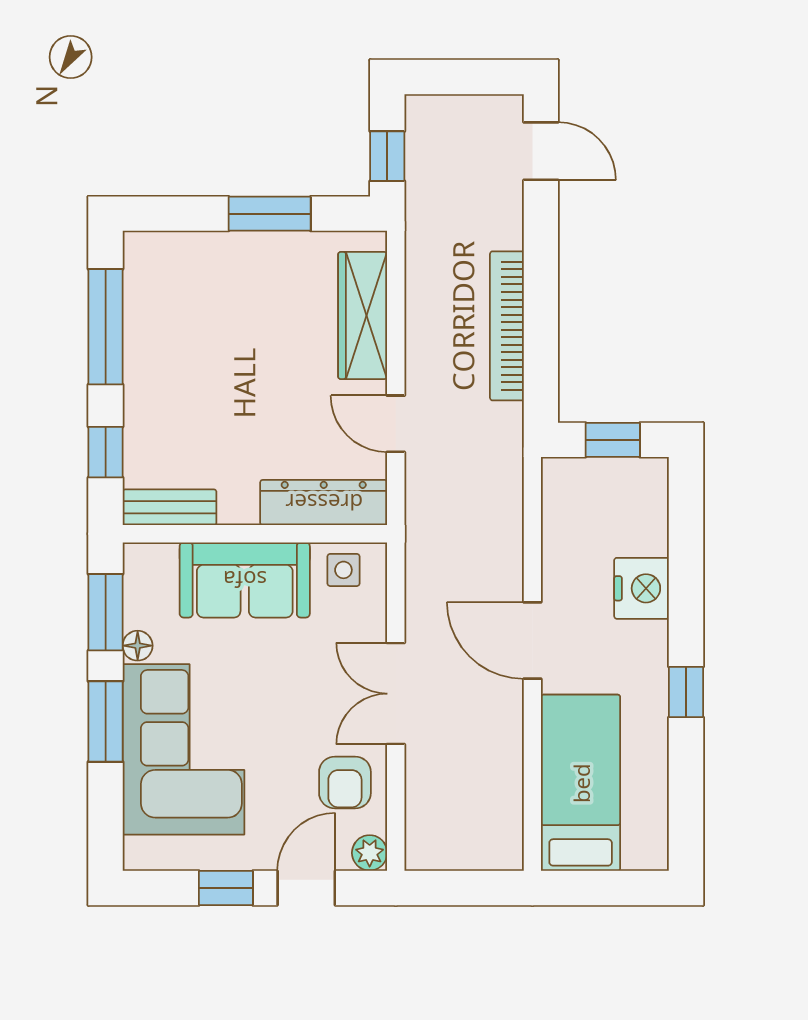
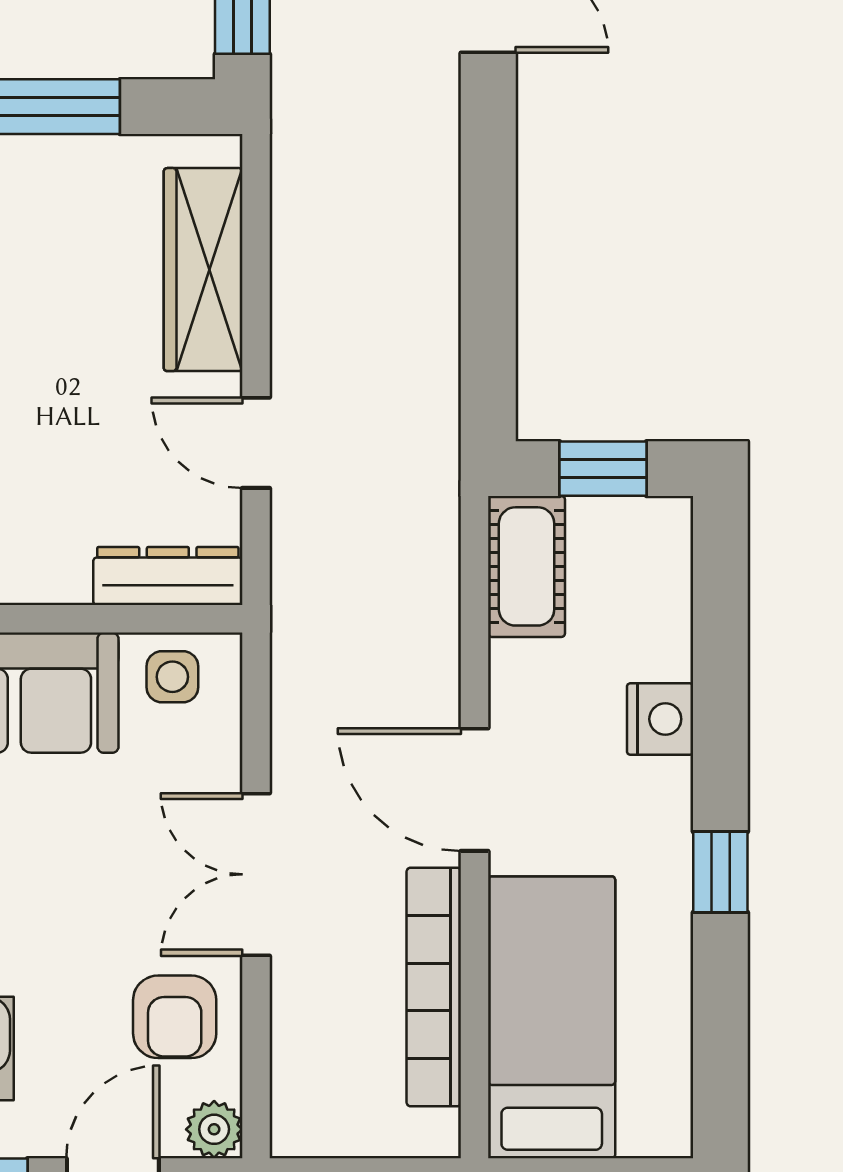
bookcase: (507, 326) -> (434, 987), moved
cot: (565, 501) -> (527, 566), added
dresser: (324, 503) -> (168, 576), width x0.73, depth x0.80
nightstand: (642, 588) -> (660, 719), width x0.74, depth x0.75

